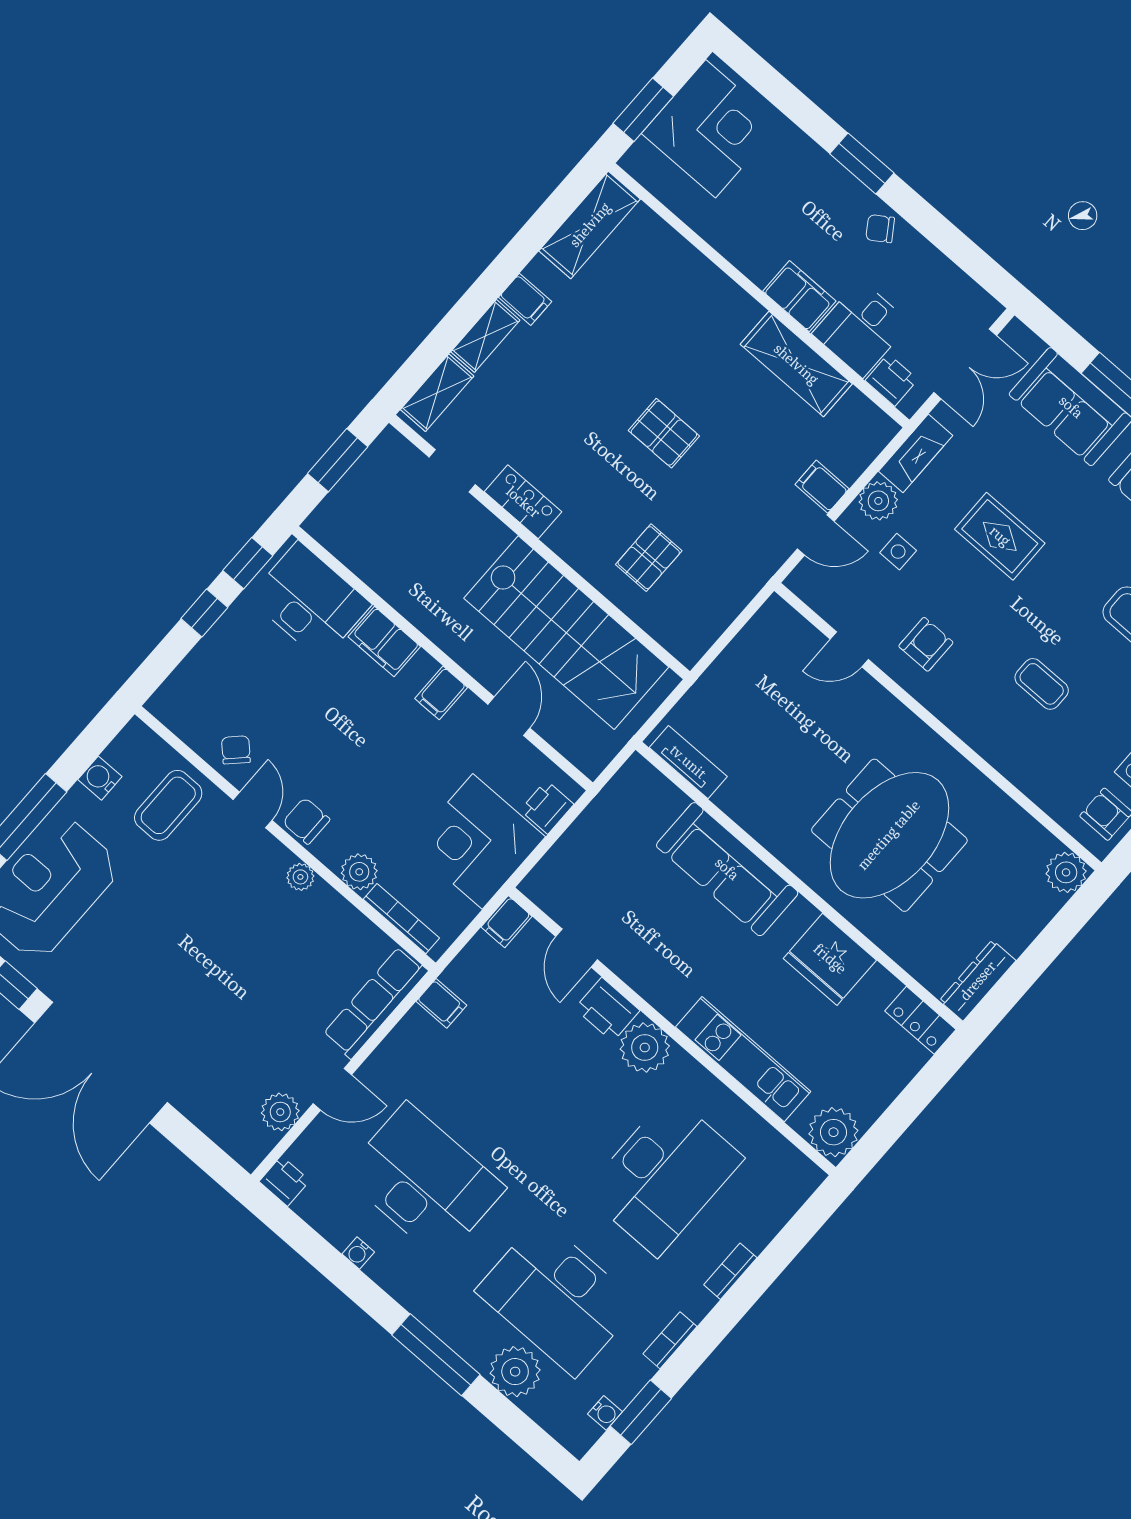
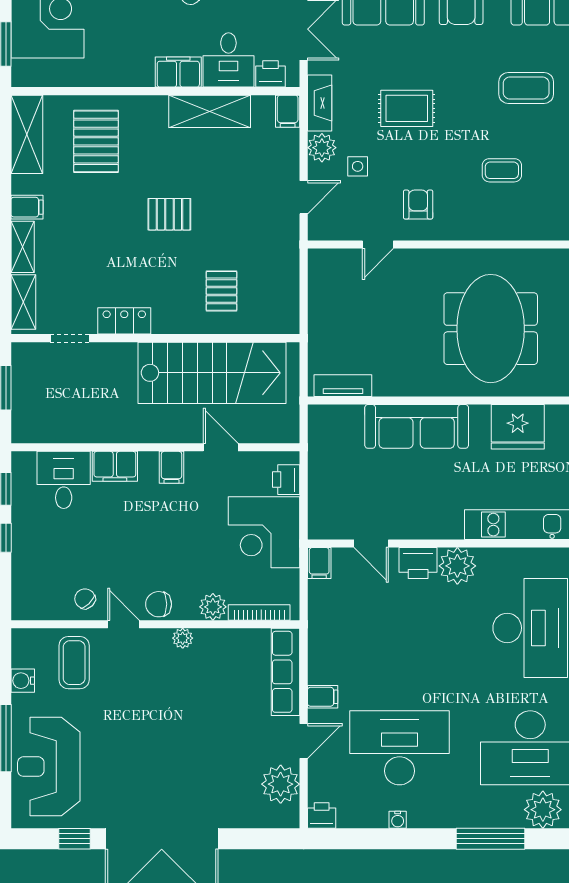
pallet: (654, 294) -> (96, 141), added
filing cabinet: (822, 487) -> (288, 111), moved, turned -90
desk: (310, 601) -> (64, 480), width x0.73
filing cabinet: (441, 1003) -> (323, 697), moved
plant: (280, 1112) -> (281, 784), width x1.36, depth x1.36

